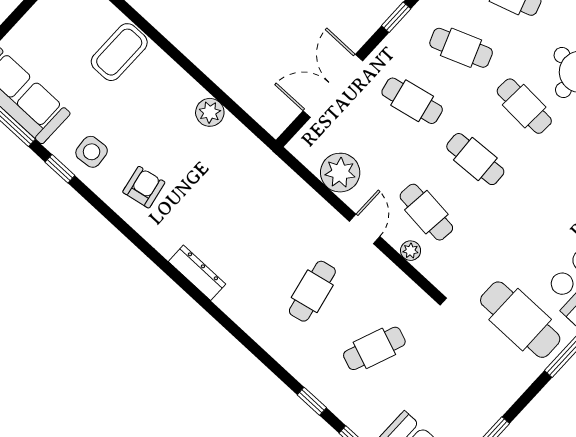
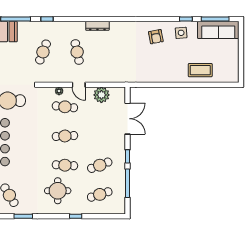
coffee table: (119, 52) -> (200, 70), turned 90
cafe table: (412, 101) -> (100, 136), removed
plant: (210, 112) -> (157, 77), removed
dresser: (197, 273) -> (97, 26), moved

